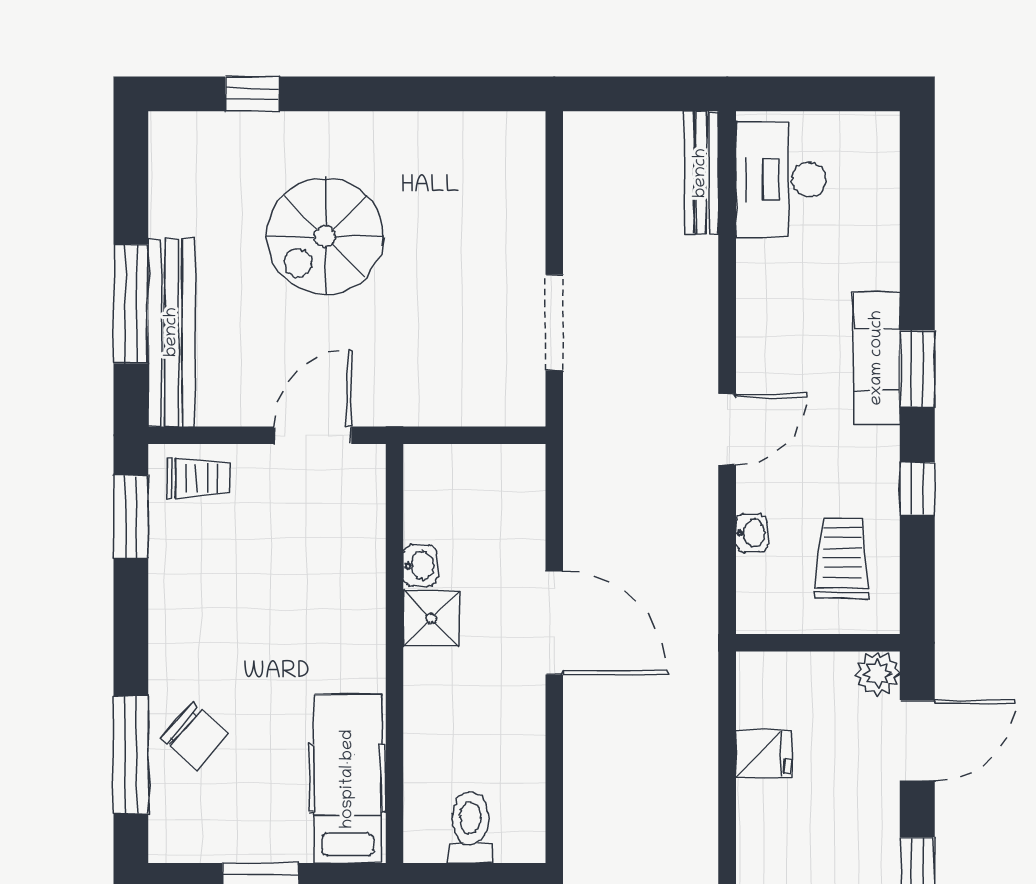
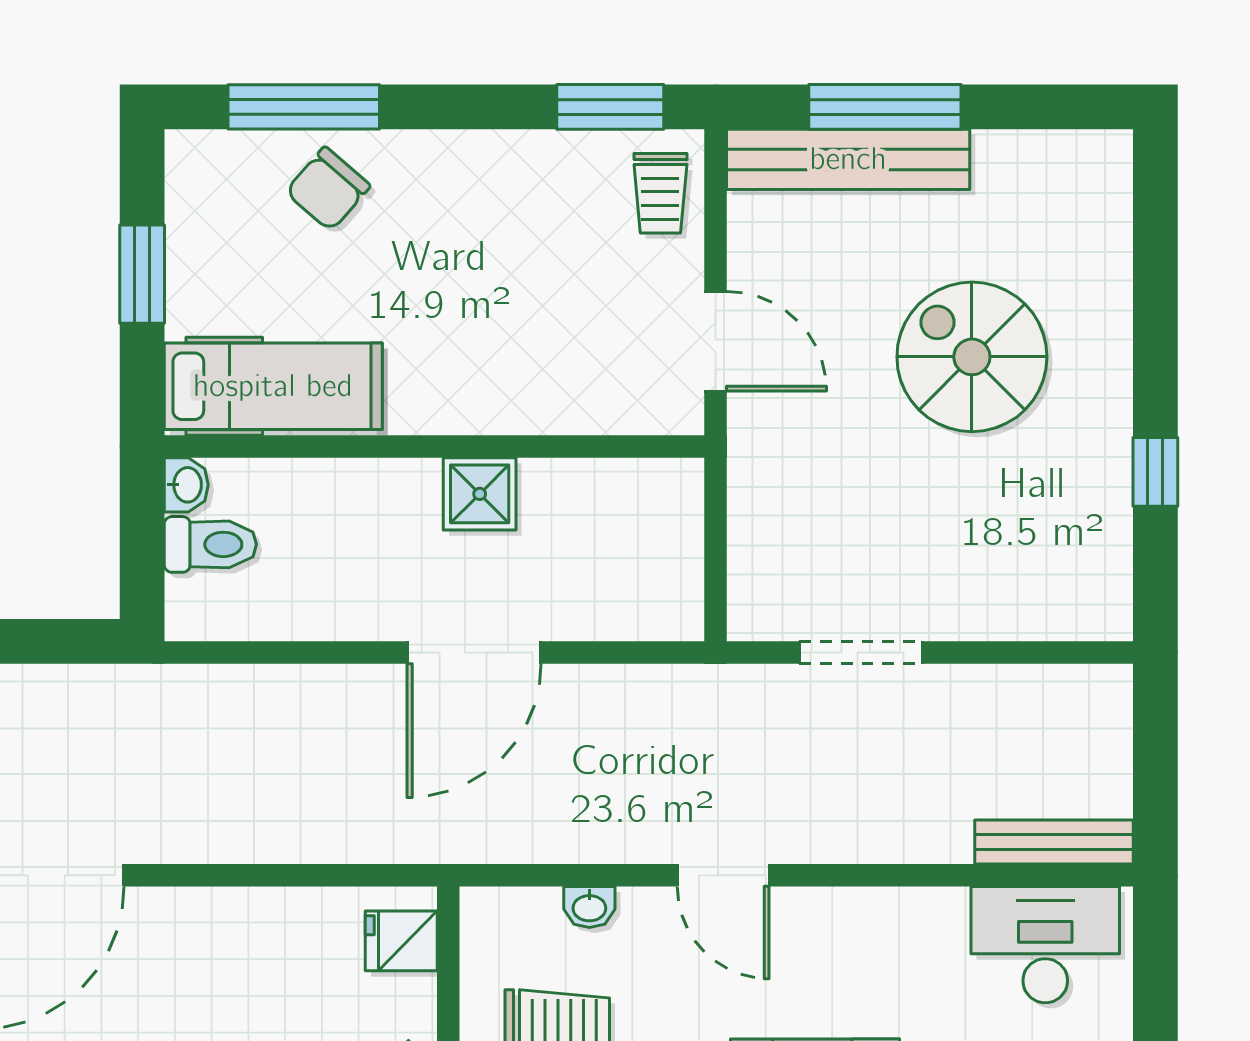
window: (252, 94) -> (1155, 472), moved
washbasin: (420, 566) -> (186, 485), moved, turned -90
fridge: (764, 754) -> (401, 941), moved, turned 90

